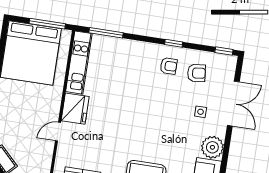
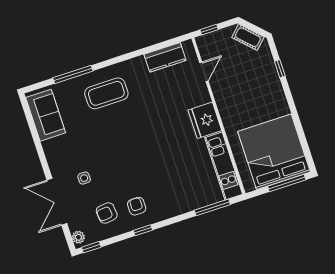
window: (47, 24) -> (287, 183), moved
armchair: (169, 66) -> (137, 206), turned 90
door: (58, 132) -> (204, 72), moved
plant: (212, 147) -> (78, 237), moved, width x0.53, depth x0.53

